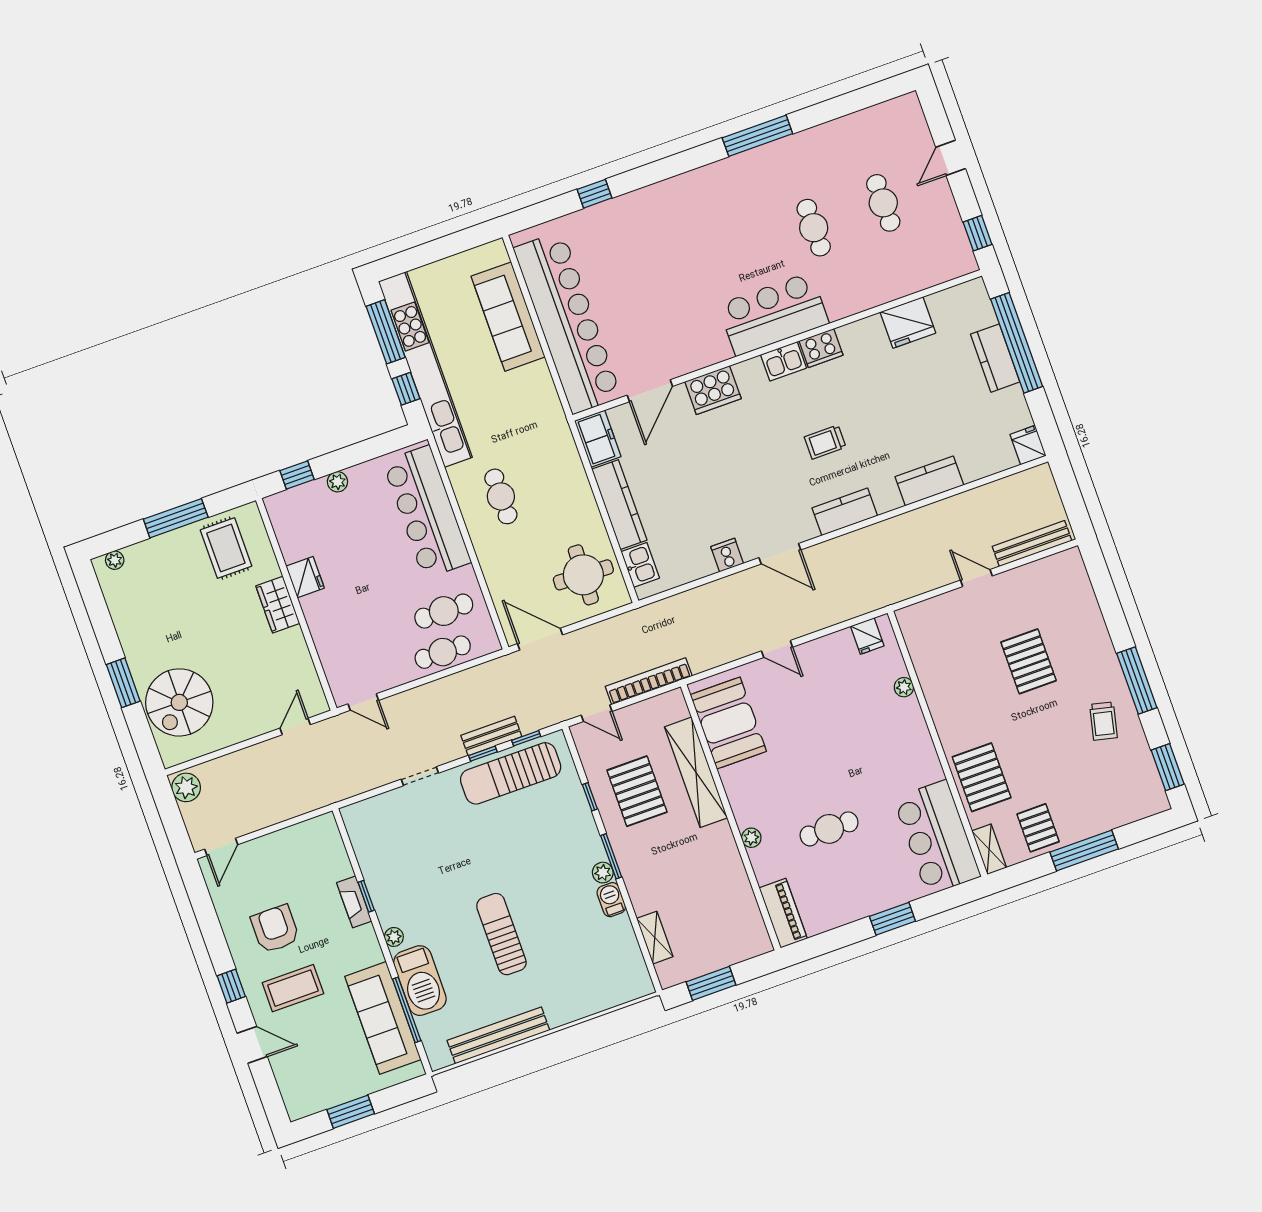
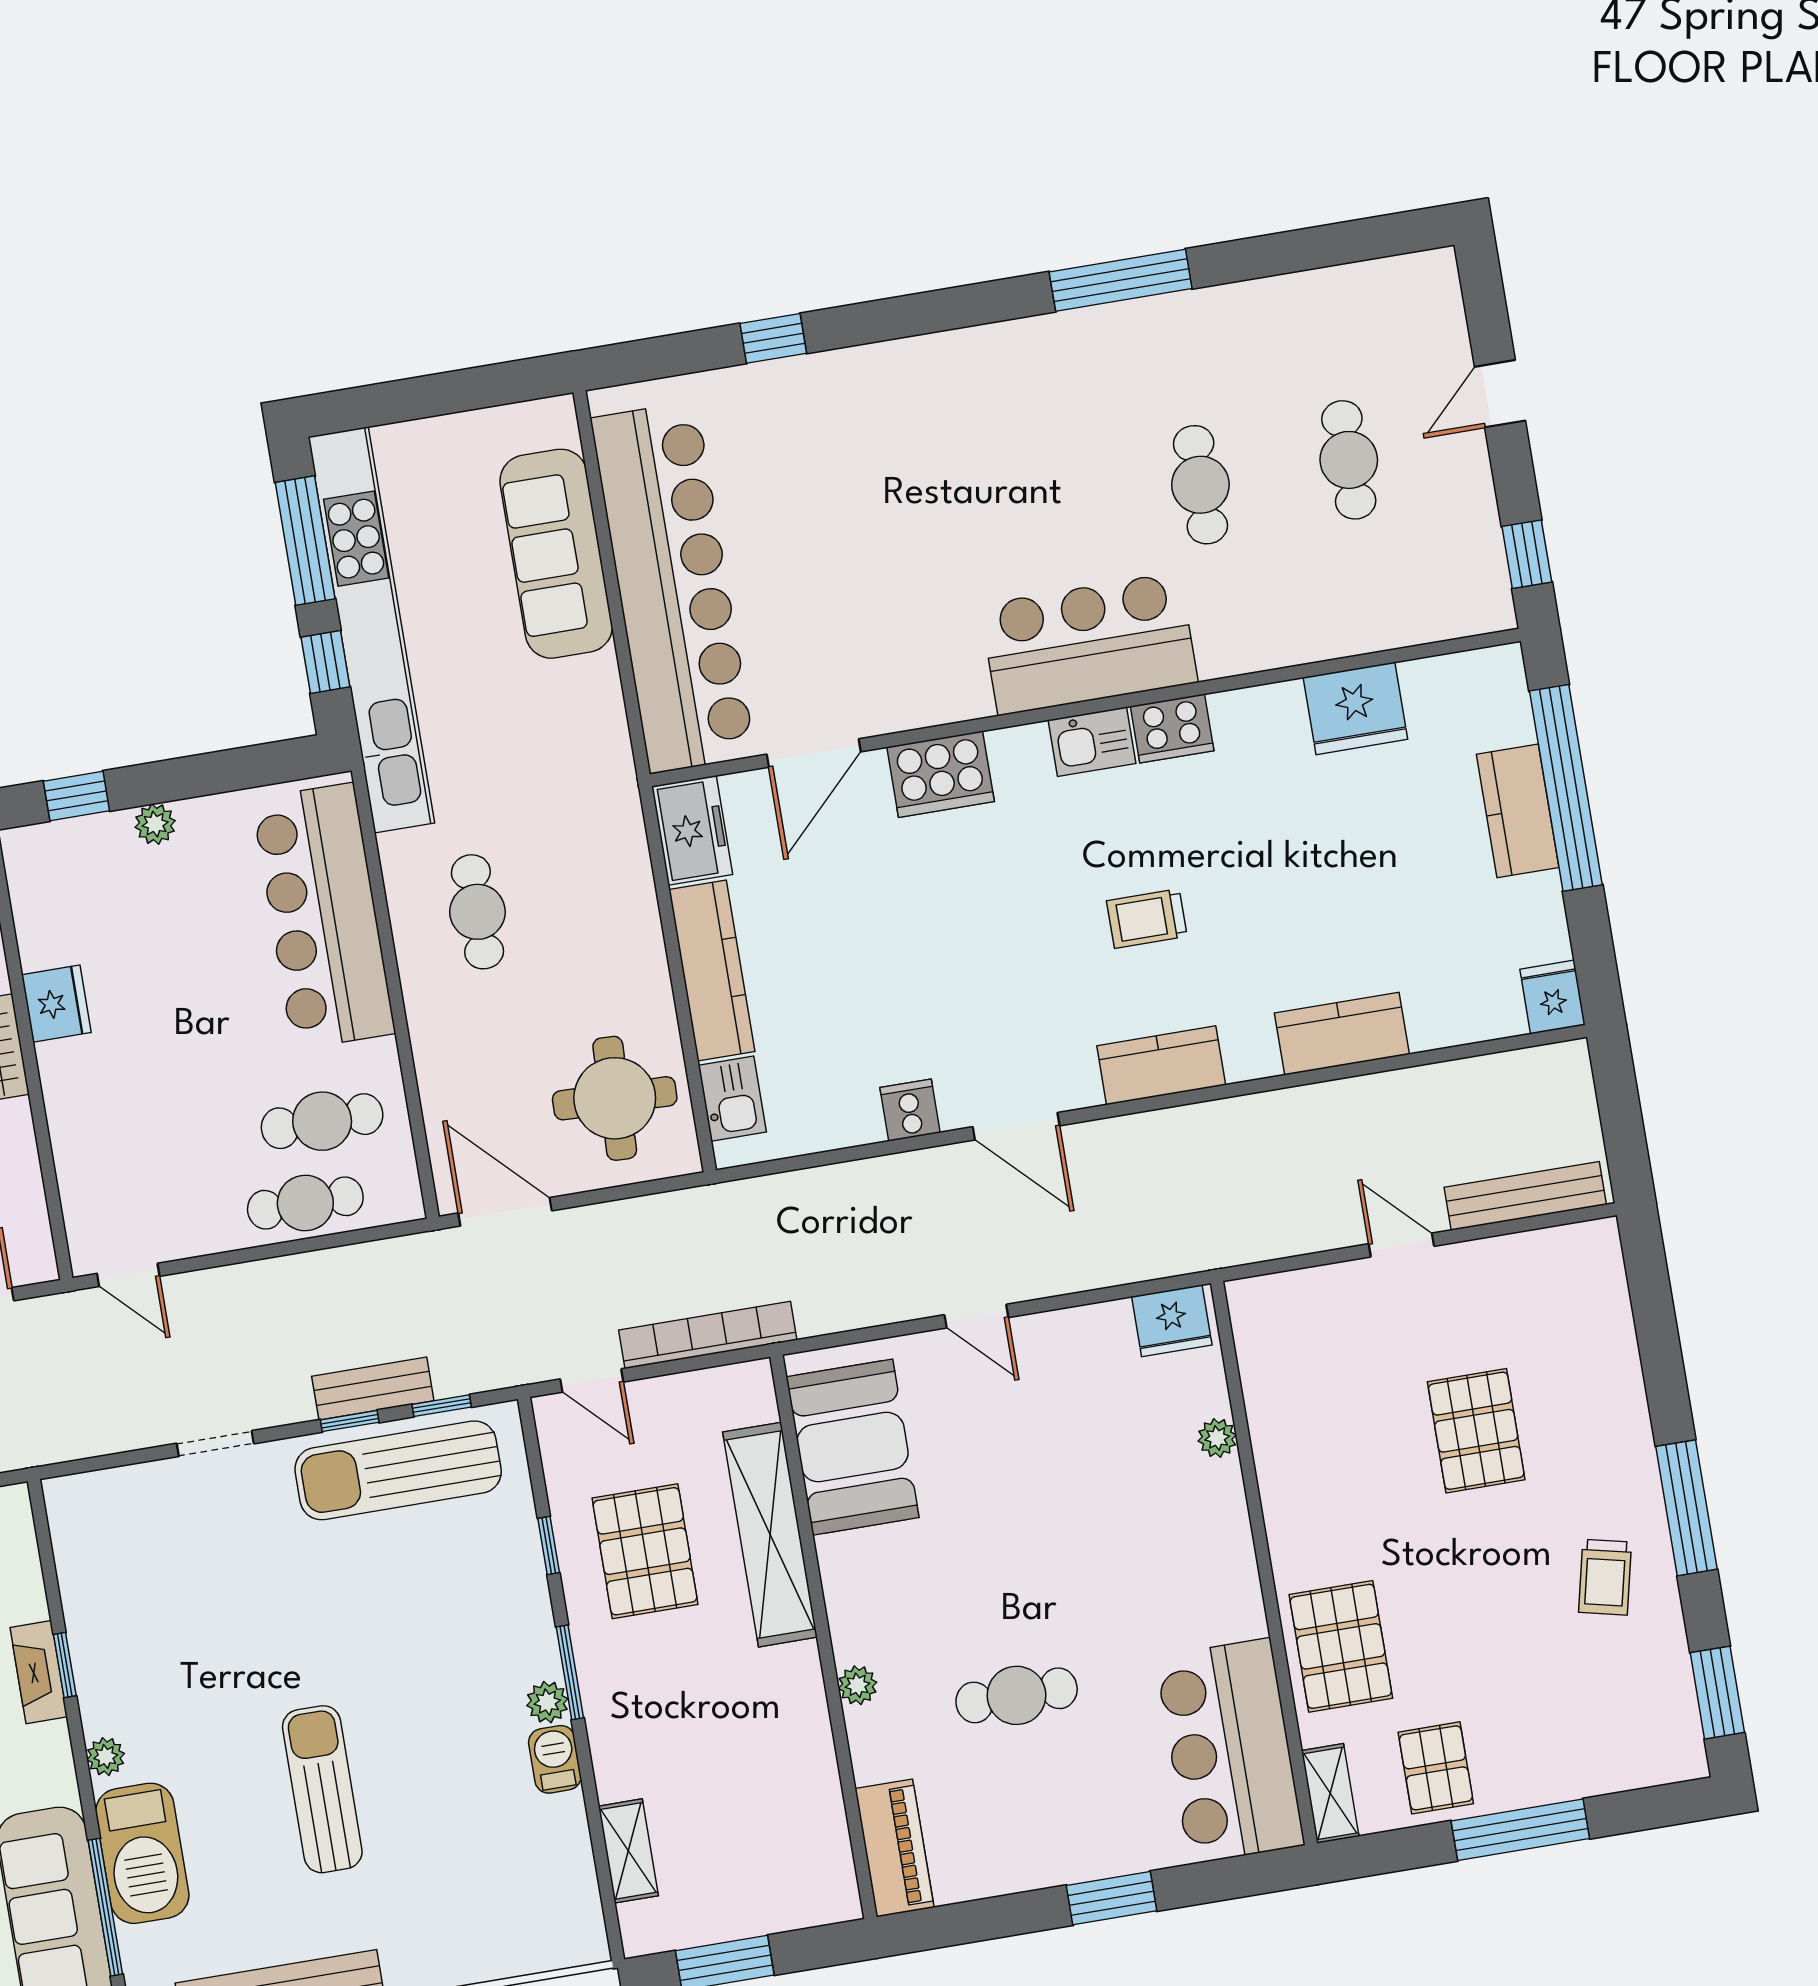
fridge: (867, 636) -> (1172, 1321), width x1.38

